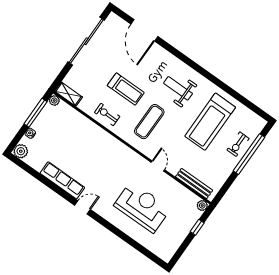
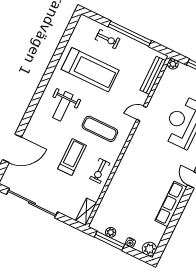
plant: (54, 101) -> (111, 232), moved
window: (249, 154) -> (130, 34), moved

